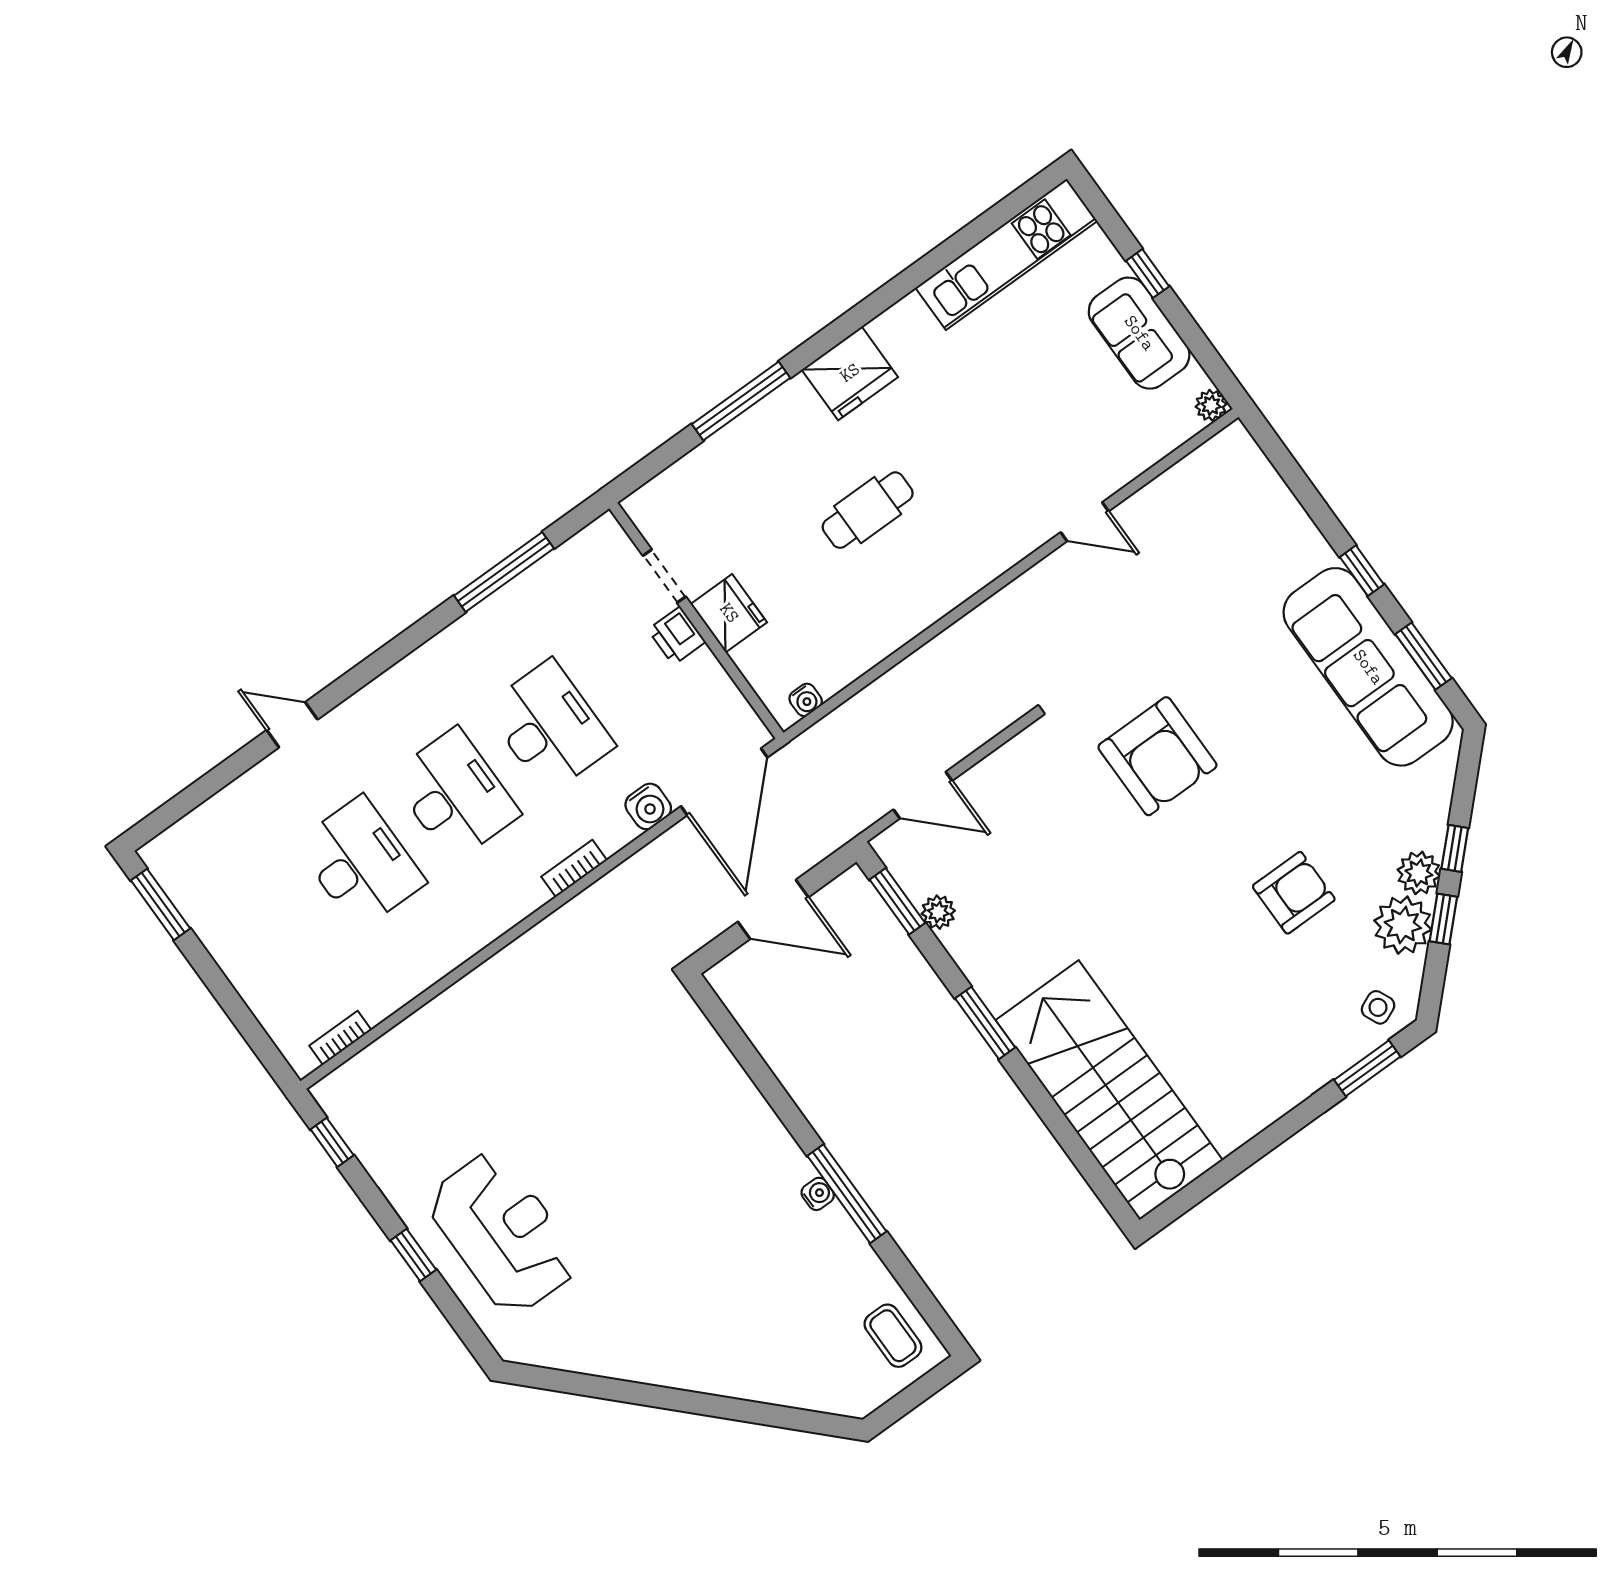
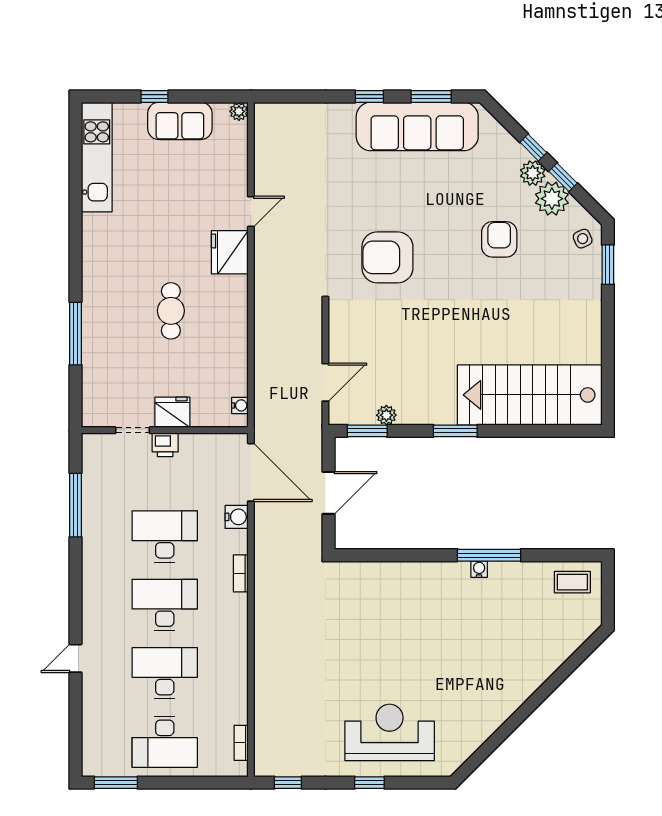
fridge: (850, 373) -> (230, 252), moved, turned 180
armchair: (1157, 756) -> (387, 257), turned 180
desk: (266, 931) -> (165, 742), added

